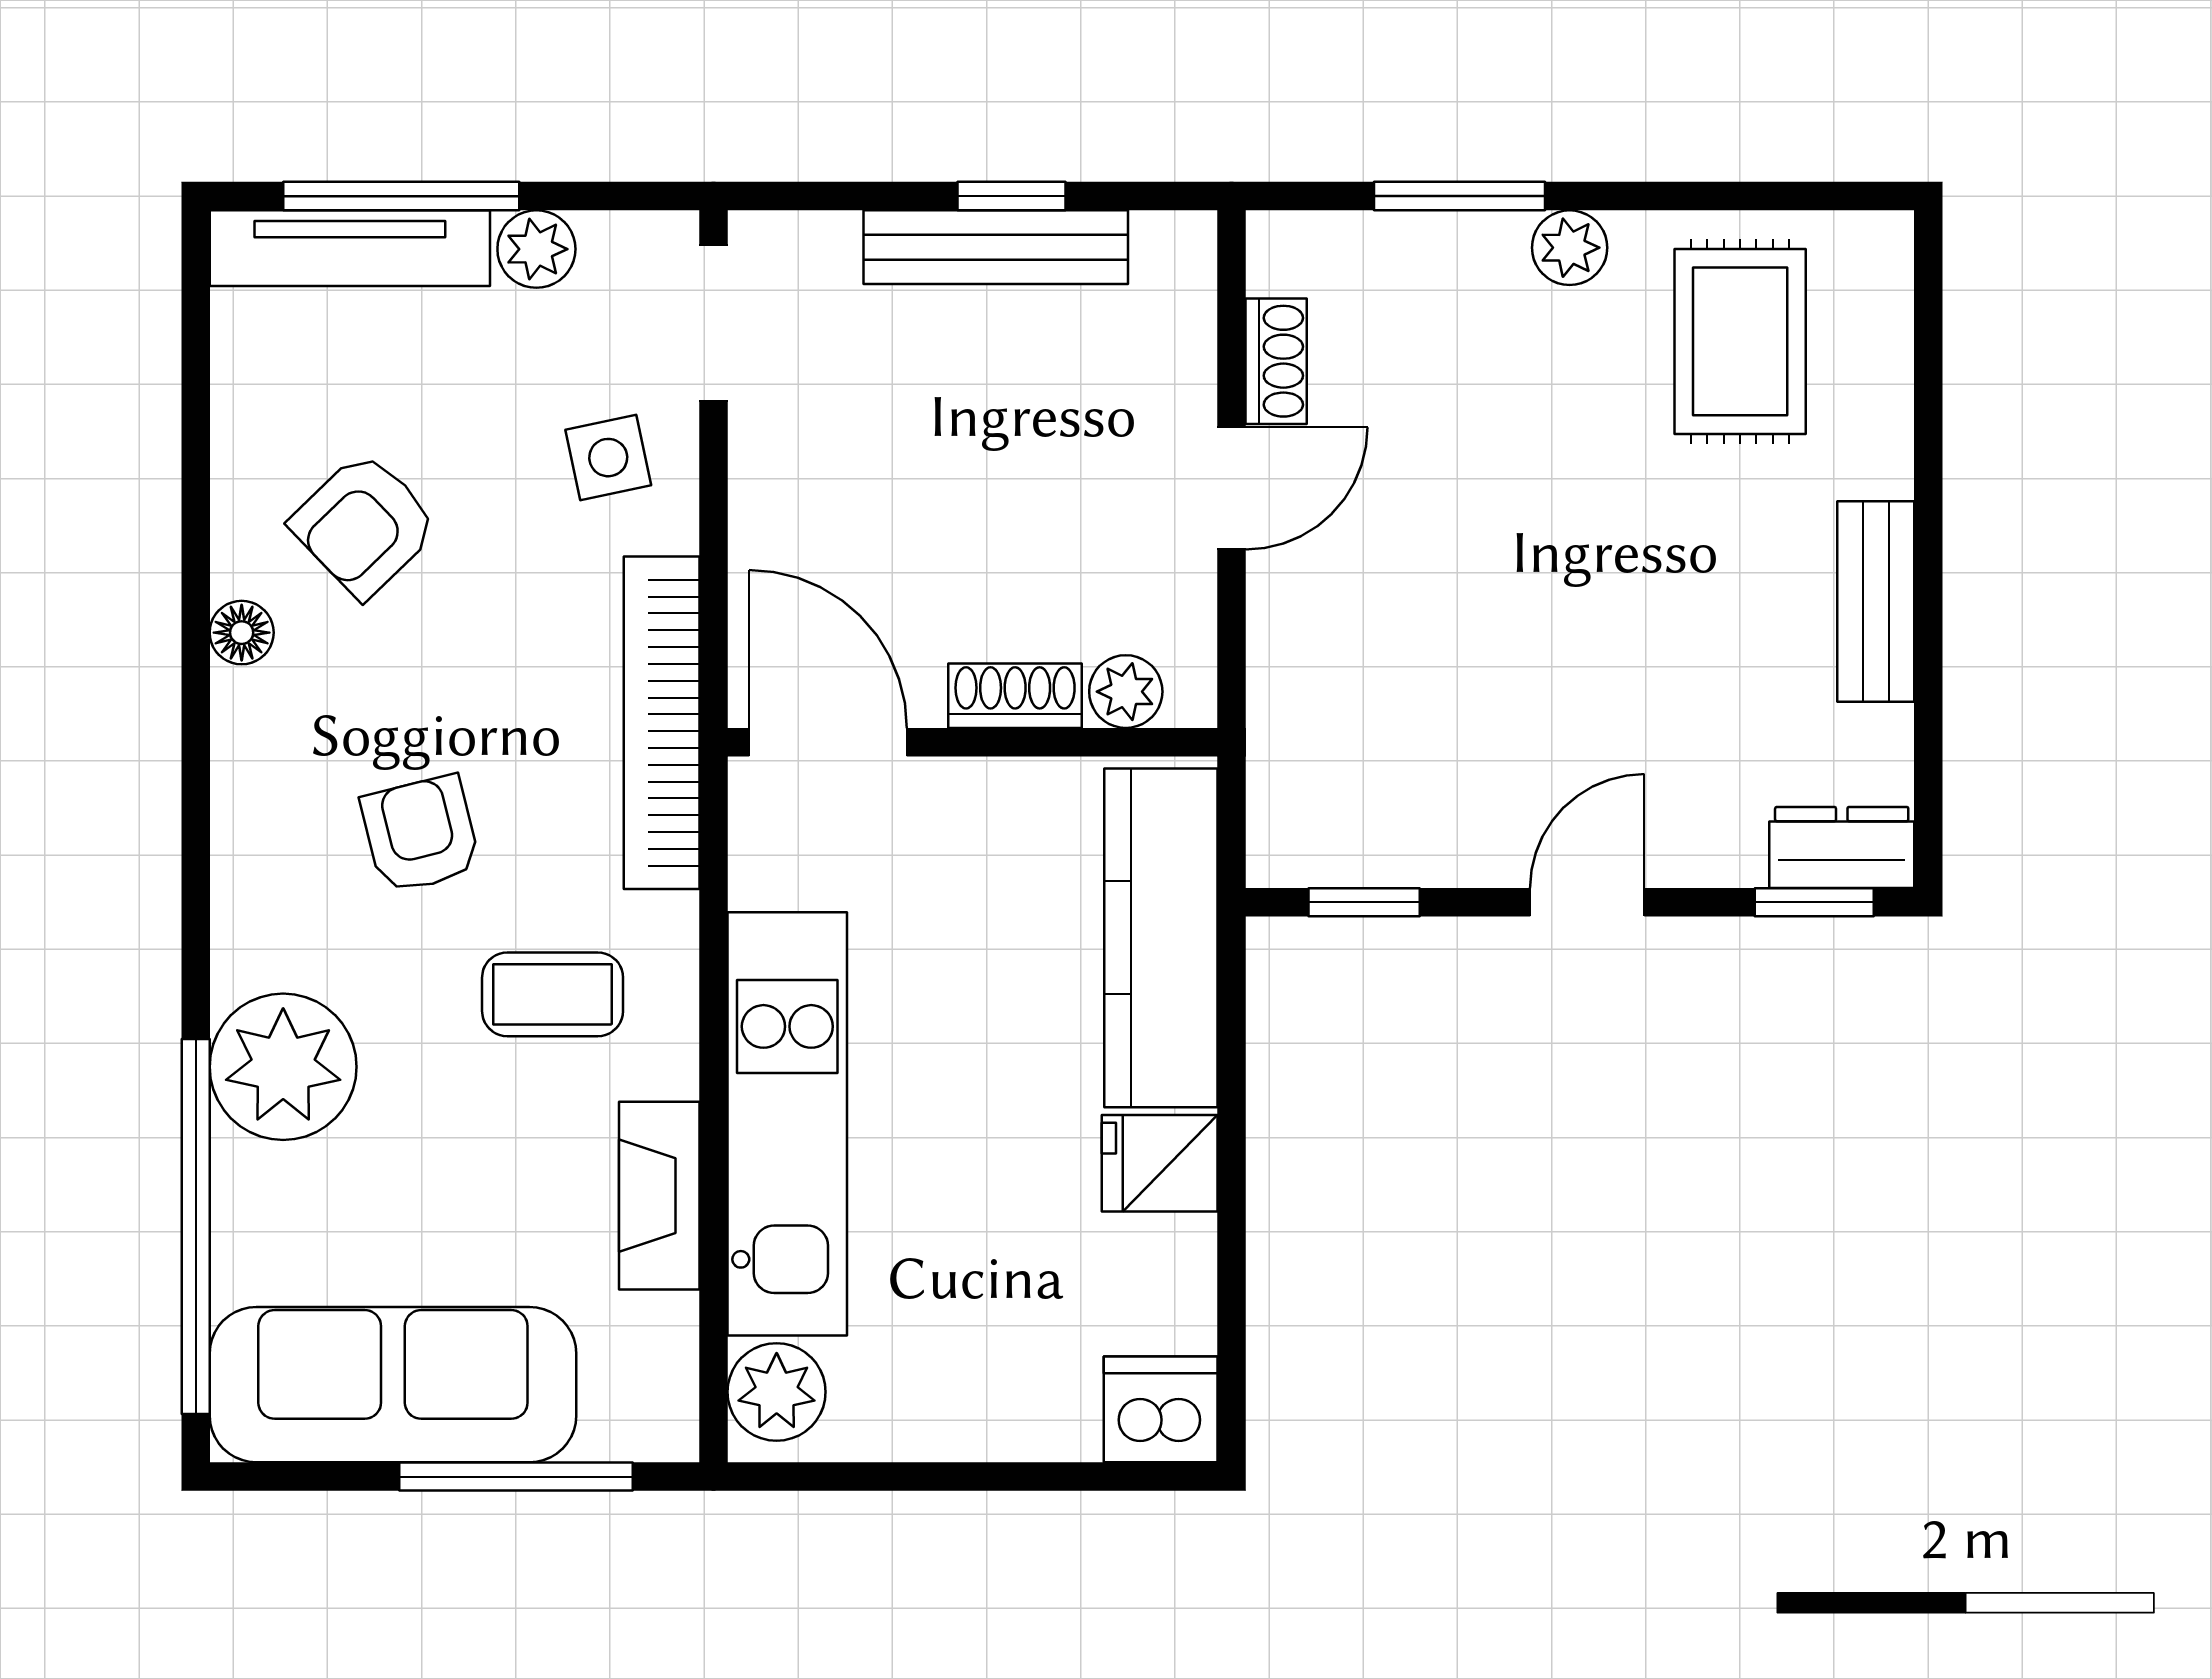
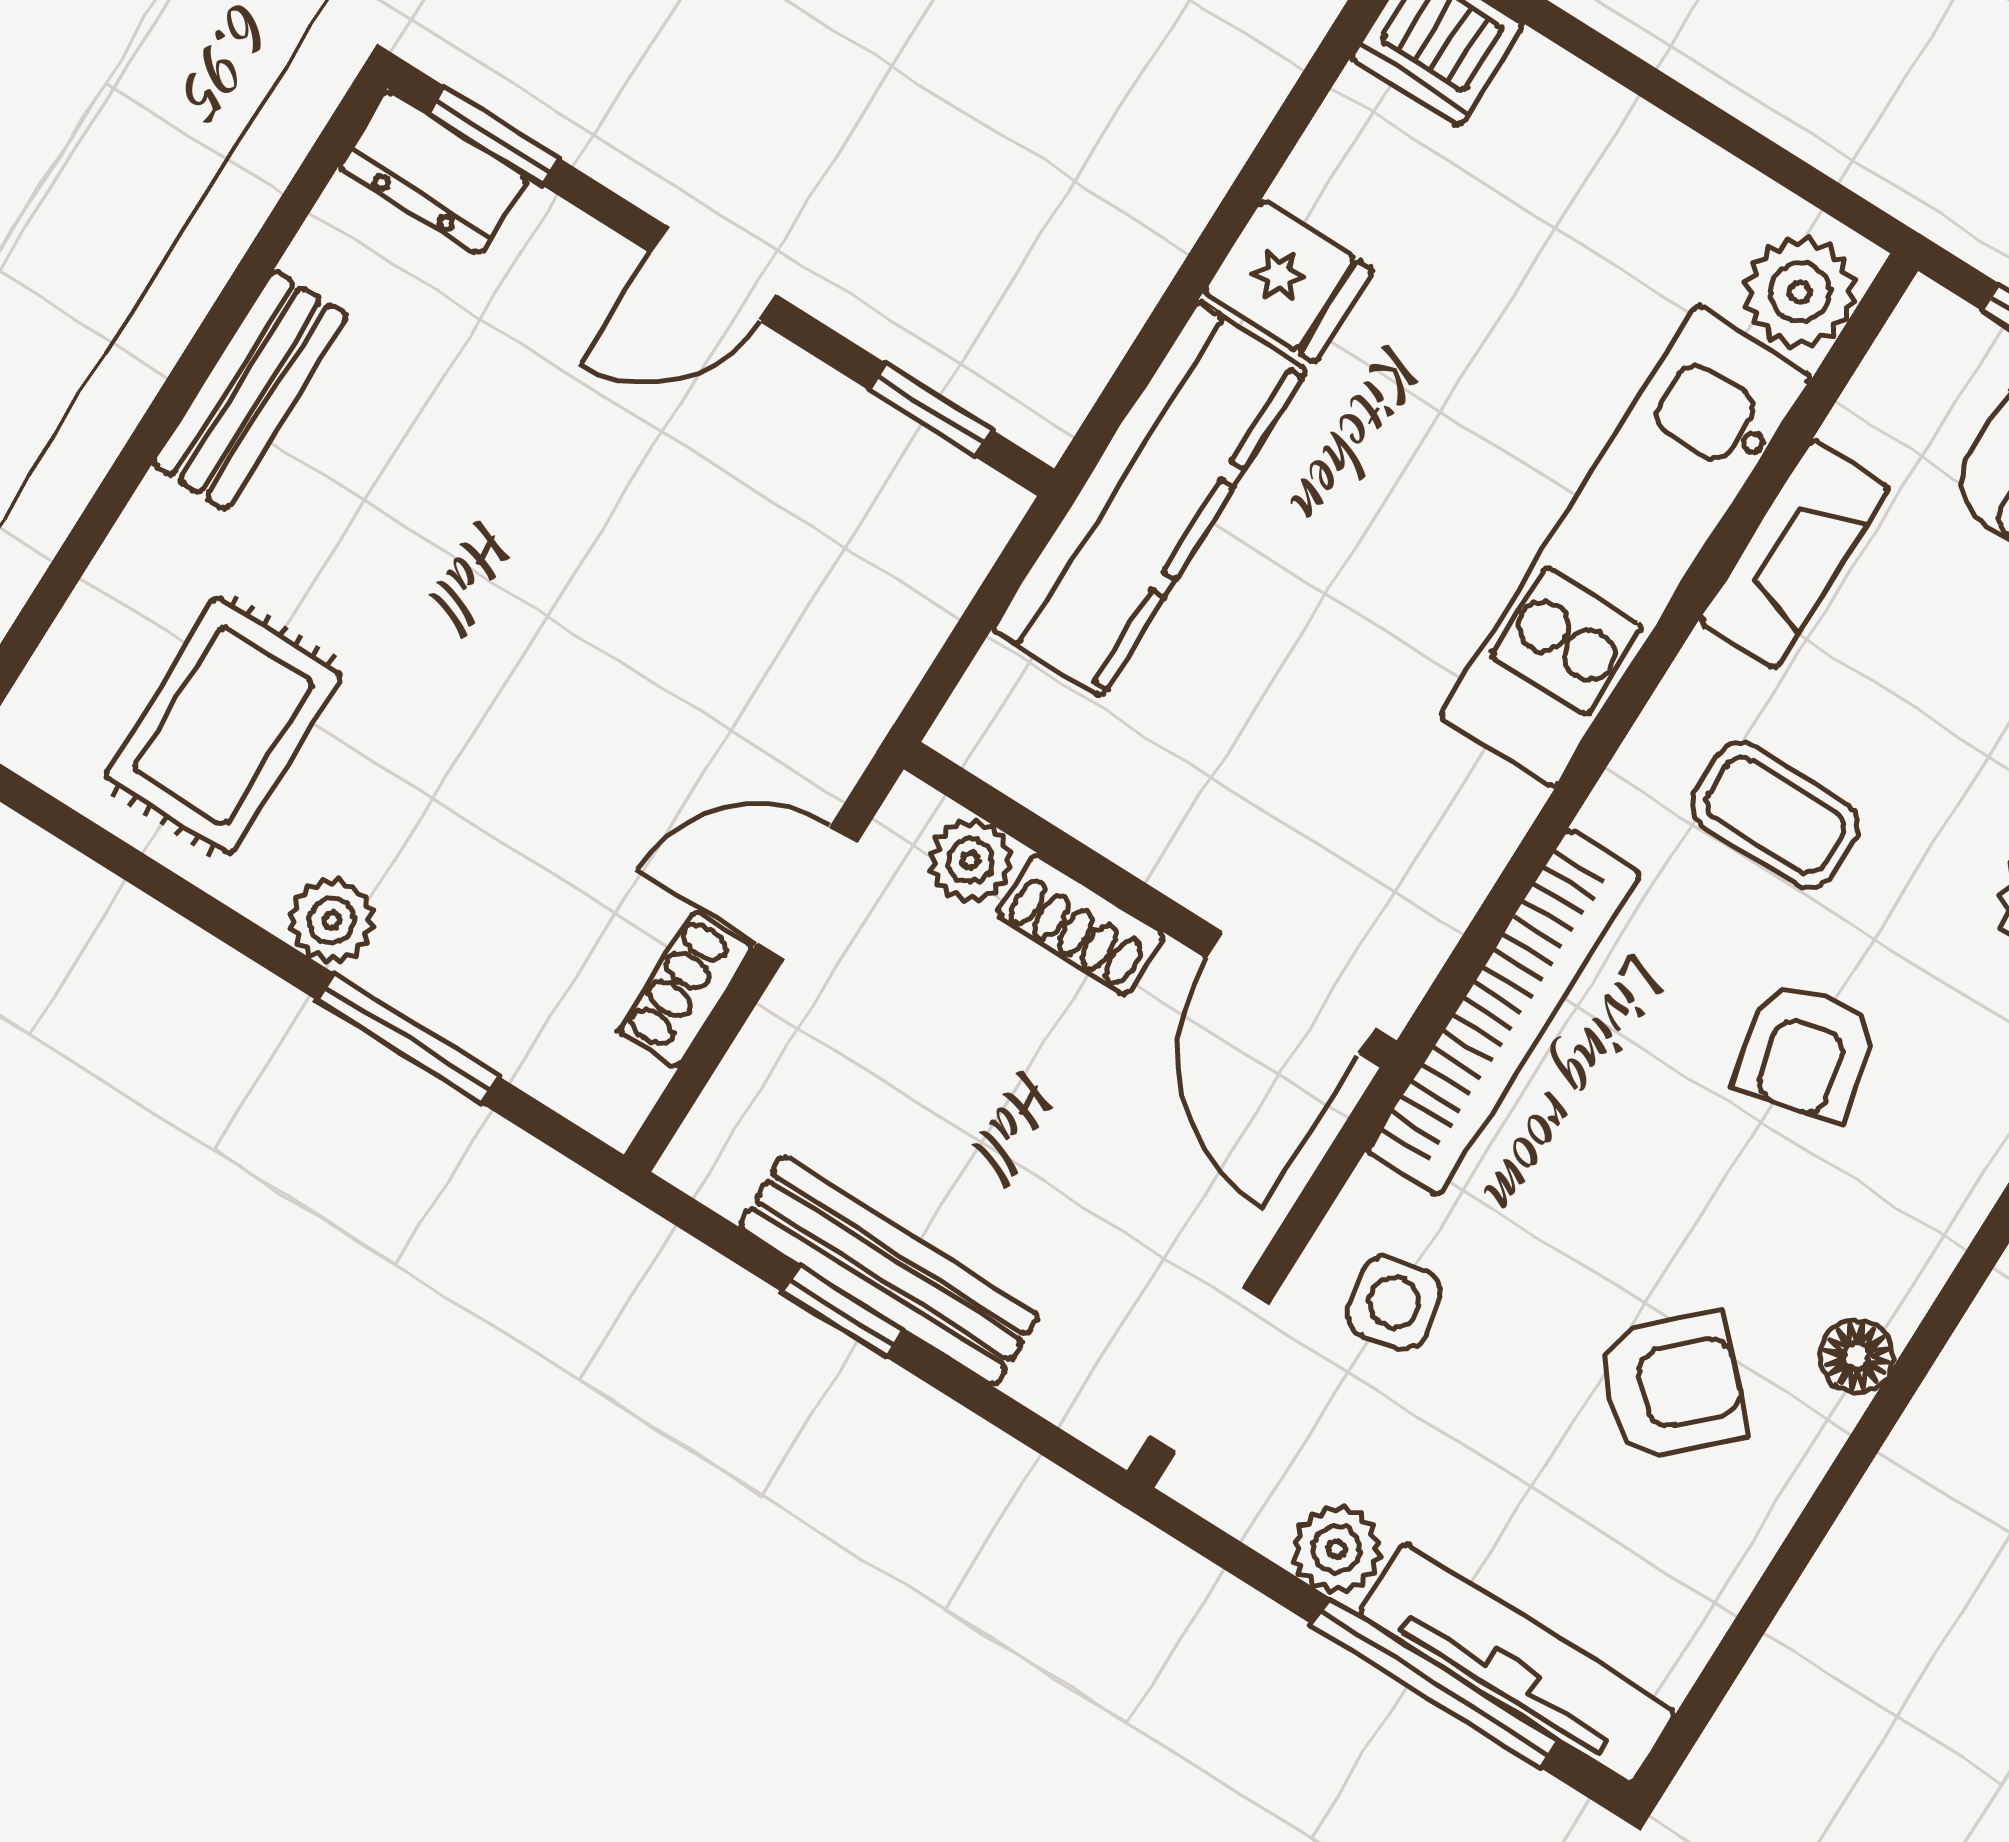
plant: (1126, 692) -> (970, 861), moved
shoe rack: (1015, 696) -> (1080, 924), moved
door: (828, 742) -> (1291, 993), moved
wall: (972, 742) -> (1150, 905), moved

